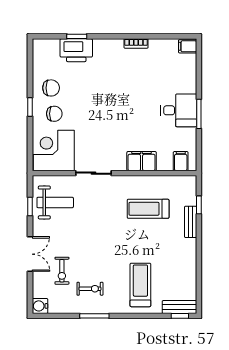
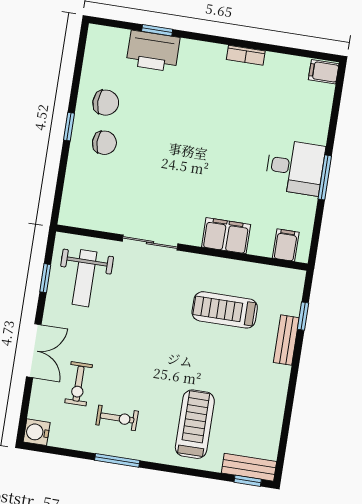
corner desk: (54, 150) -> (95, 198), removed
weight bench: (55, 202) -> (85, 278), turned 90

